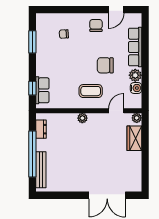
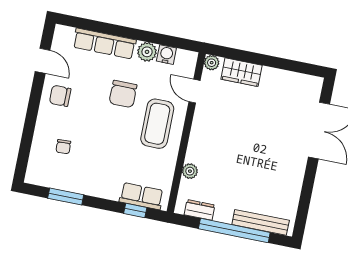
coffee table: (91, 91) -> (157, 124), width x1.36, depth x1.32
plant: (82, 118) -> (190, 171), moved

